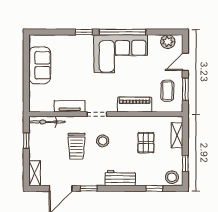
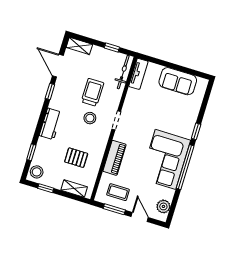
tv unit: (70, 106) -> (138, 74), moved
trolley: (76, 146) -> (92, 92), turned 90

